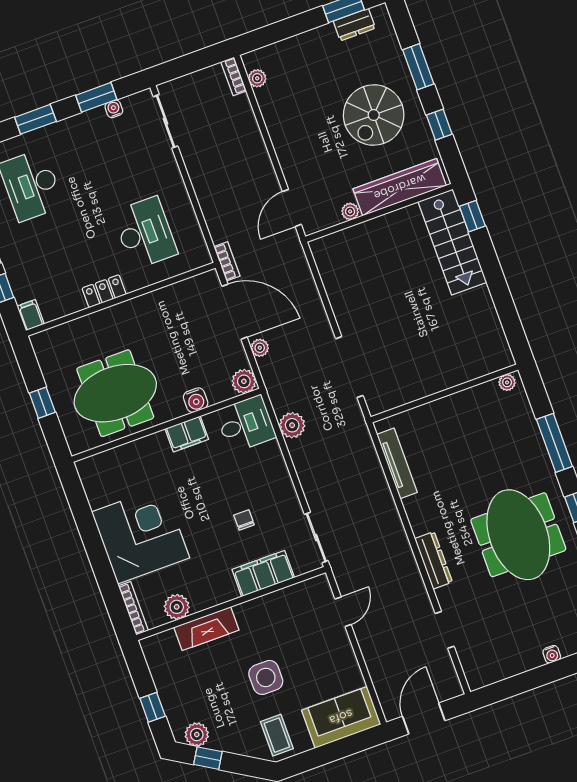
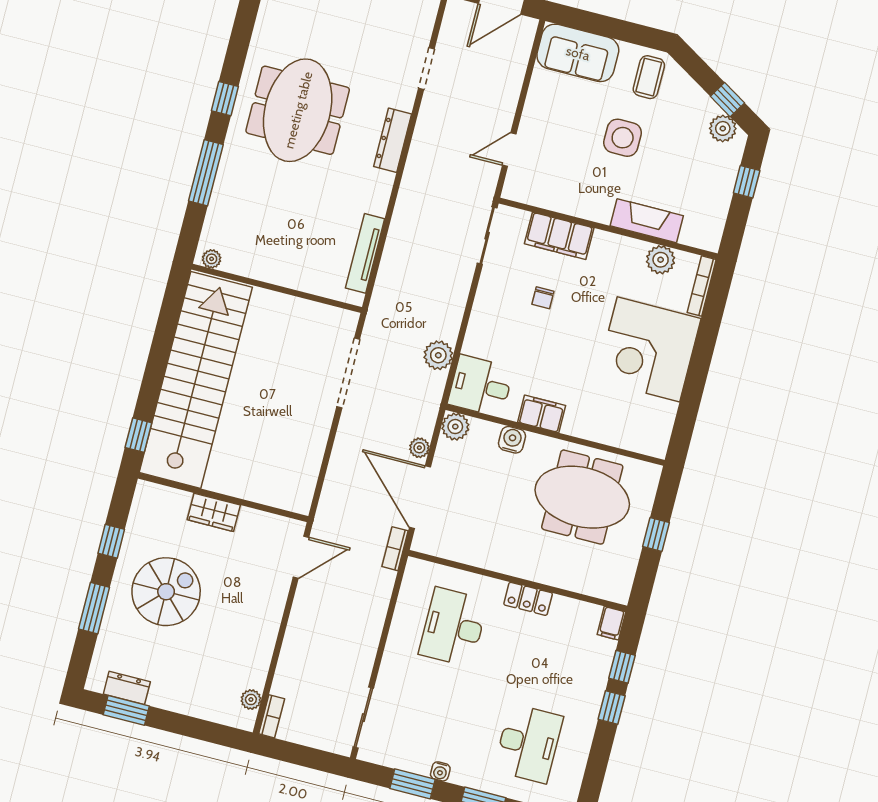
water cooler: (114, 109) -> (440, 771), moved
wardrobe: (400, 187) -> (214, 512), width x0.48, depth x0.85
plant: (350, 211) -> (249, 517), removed
stairs: (452, 242) -> (196, 380), width x1.86, depth x1.51

